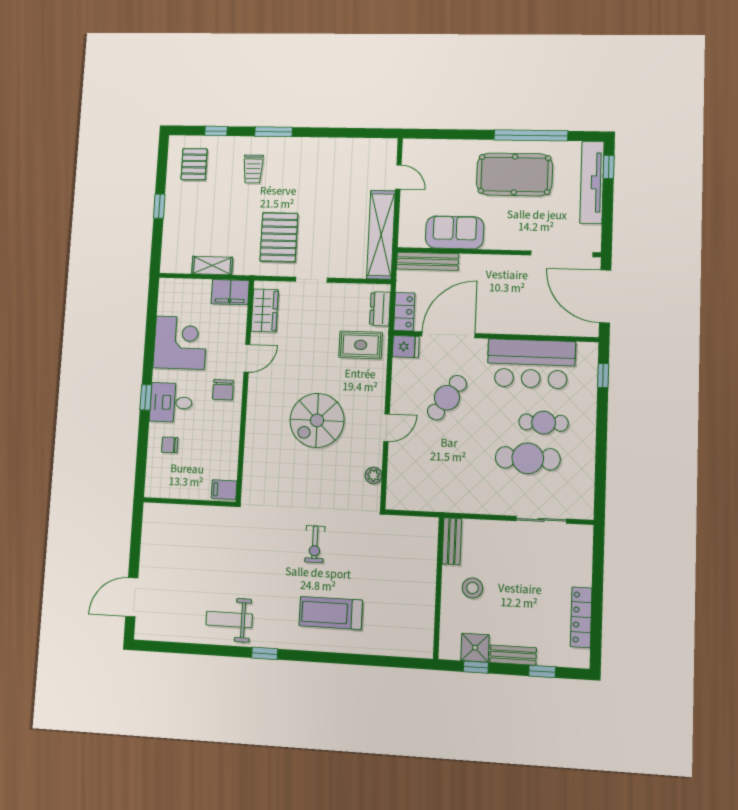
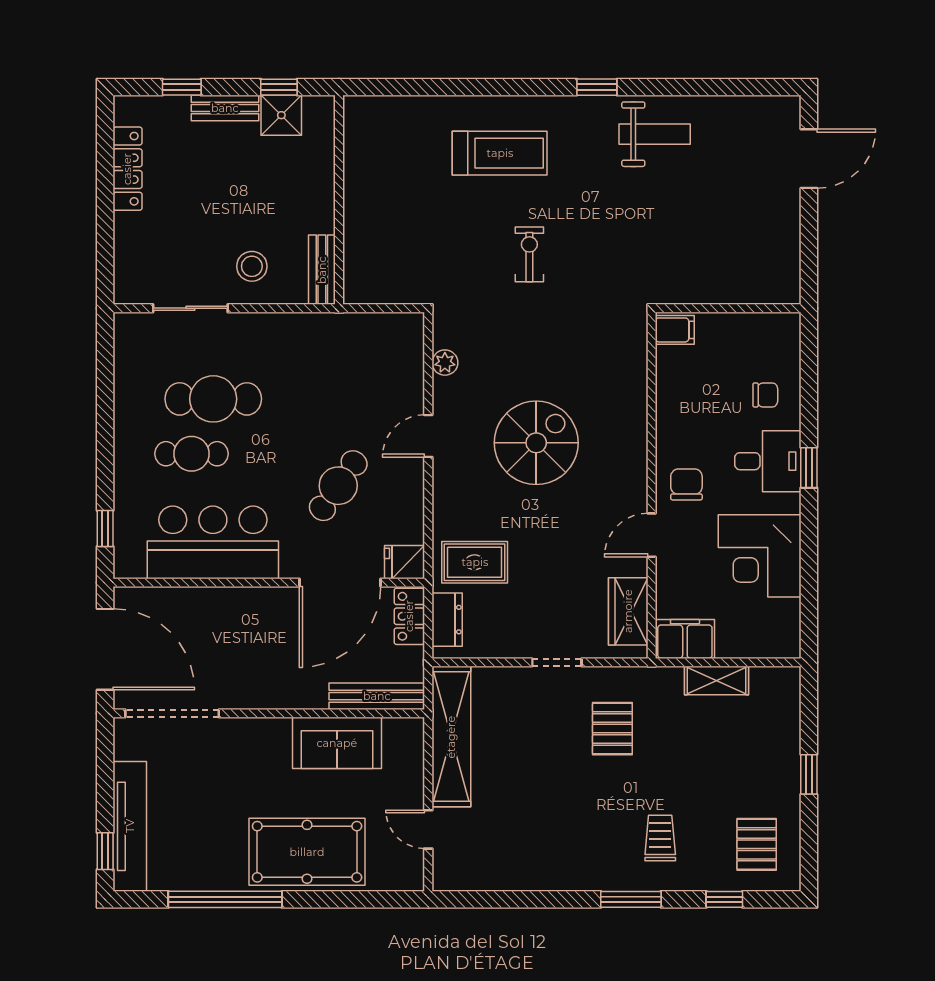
pool table: (514, 174) -> (307, 852), moved
pallet: (279, 237) -> (612, 729), width x0.67, depth x0.71
stool: (472, 588) -> (252, 266), moved

